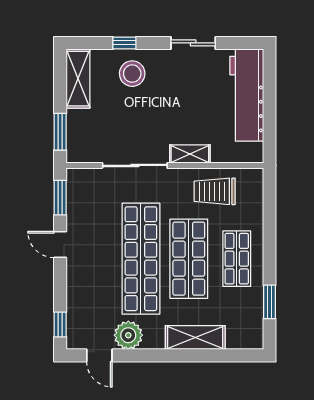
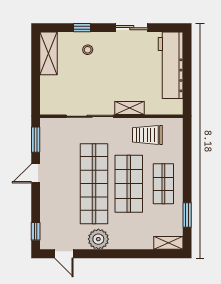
stool: (132, 74) -> (88, 50), width x0.53, depth x0.53
window: (60, 132) -> (36, 92), removed
door: (60, 244) -> (36, 173), hinge flipped
plant: (128, 335) -> (98, 239), moved
shelving: (195, 338) -> (168, 243), moved, width x0.67, depth x0.75

